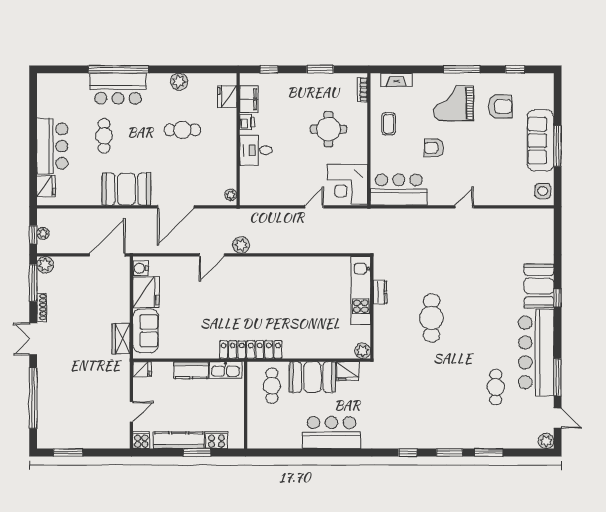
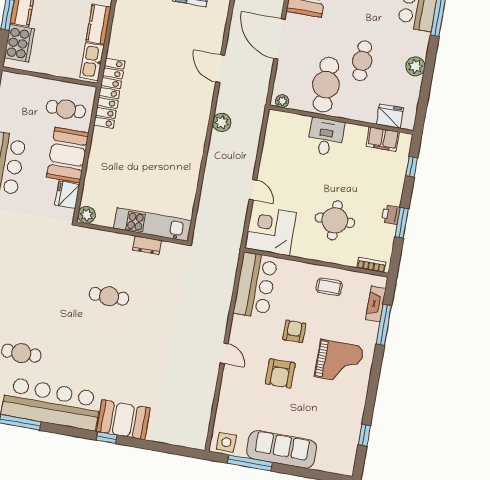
window: (462, 69) -> (384, 325), moved
grand piano: (454, 103) -> (339, 362), turned 90
armchair: (500, 106) -> (280, 373), moved
printer: (247, 122) -> (391, 215), moved, turned 90
window: (558, 146) -> (250, 463), moved
cafe table: (209, 158) -> (326, 85), added
plant: (241, 245) -> (222, 122), moved
cafe table: (431, 318) -> (109, 296), width x0.73, depth x0.74
cooker: (216, 440) -> (19, 43), width x1.37, depth x1.31

